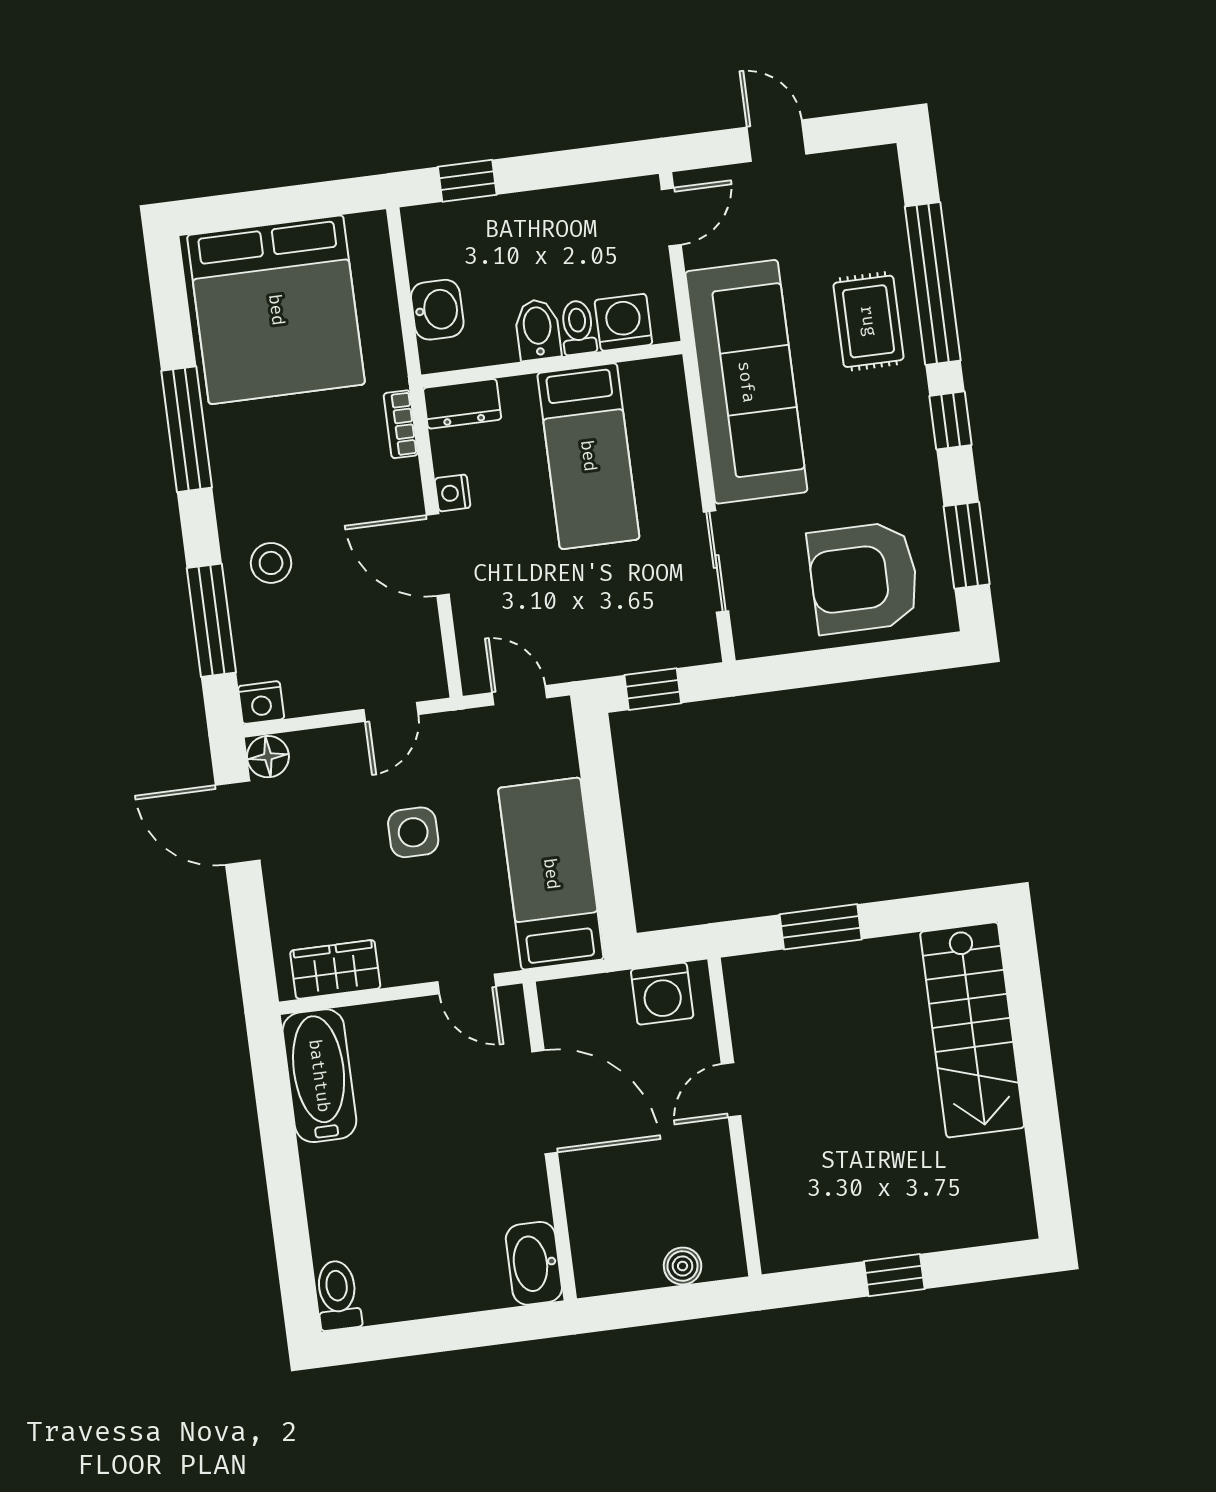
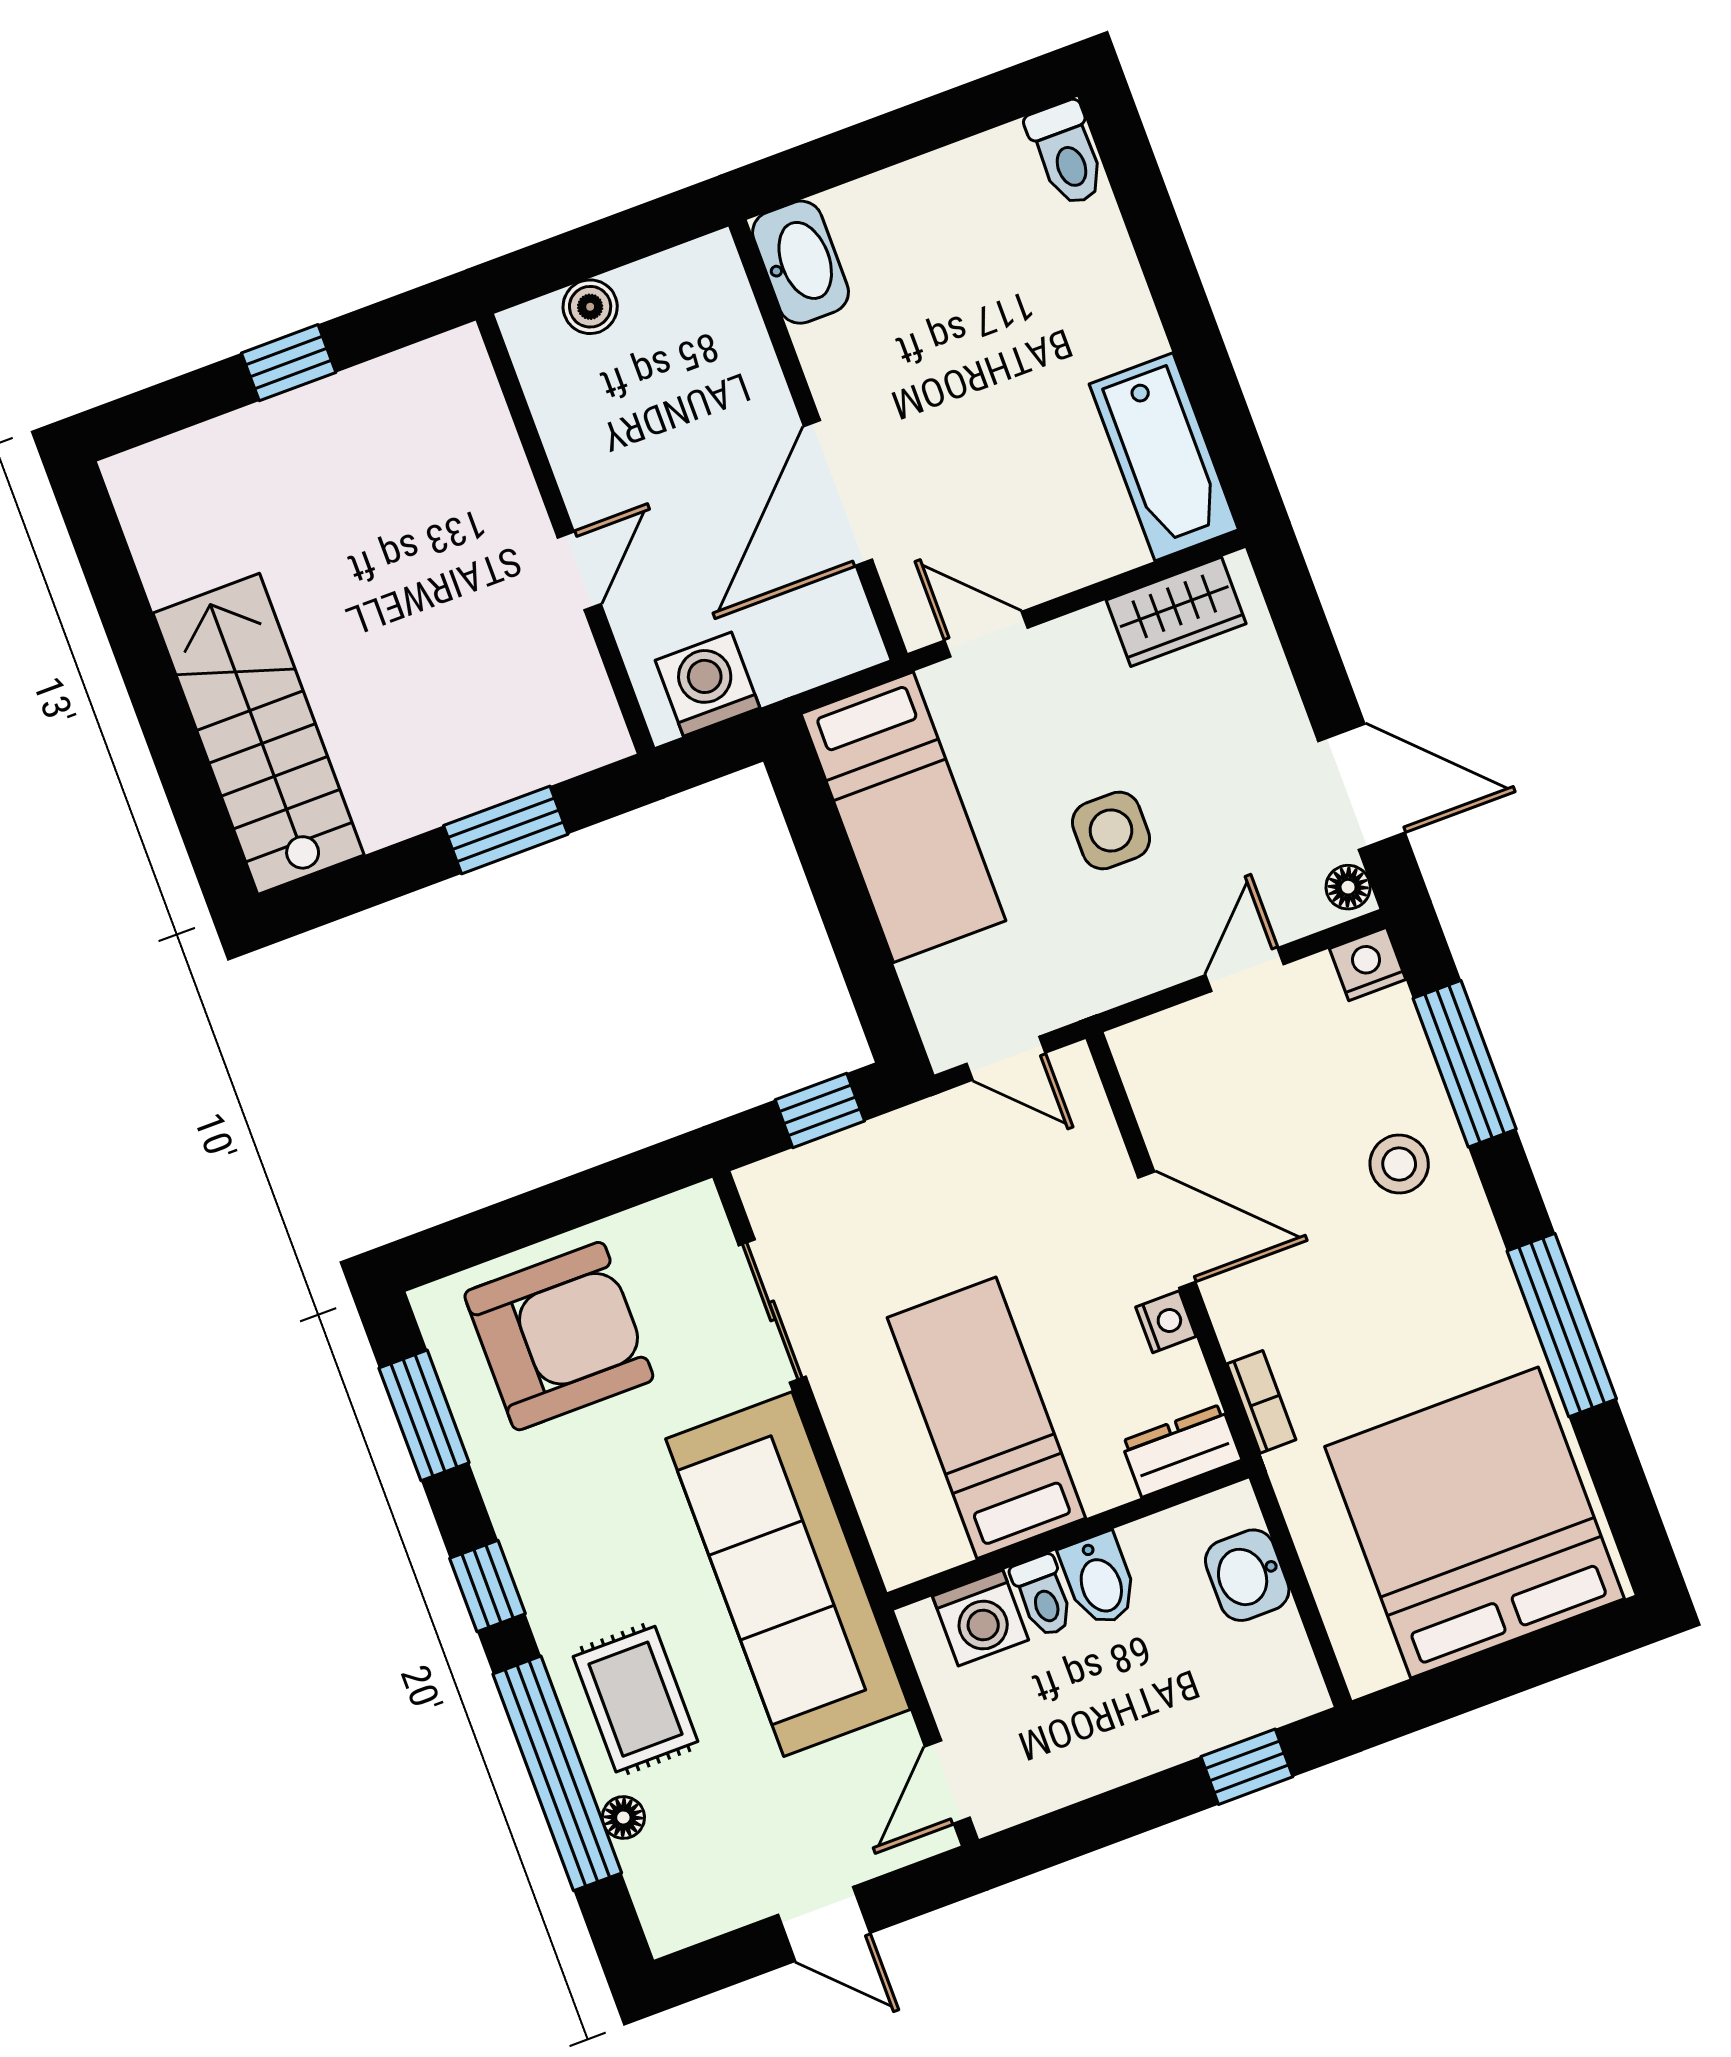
floor lamp: (895, 243) -> (623, 1818), added
door: (391, 712) -> (1245, 970), moved
floor lamp: (268, 757) -> (1348, 887), width x0.73, depth x0.73
door: (545, 1102) -> (838, 493), hinge flipped

